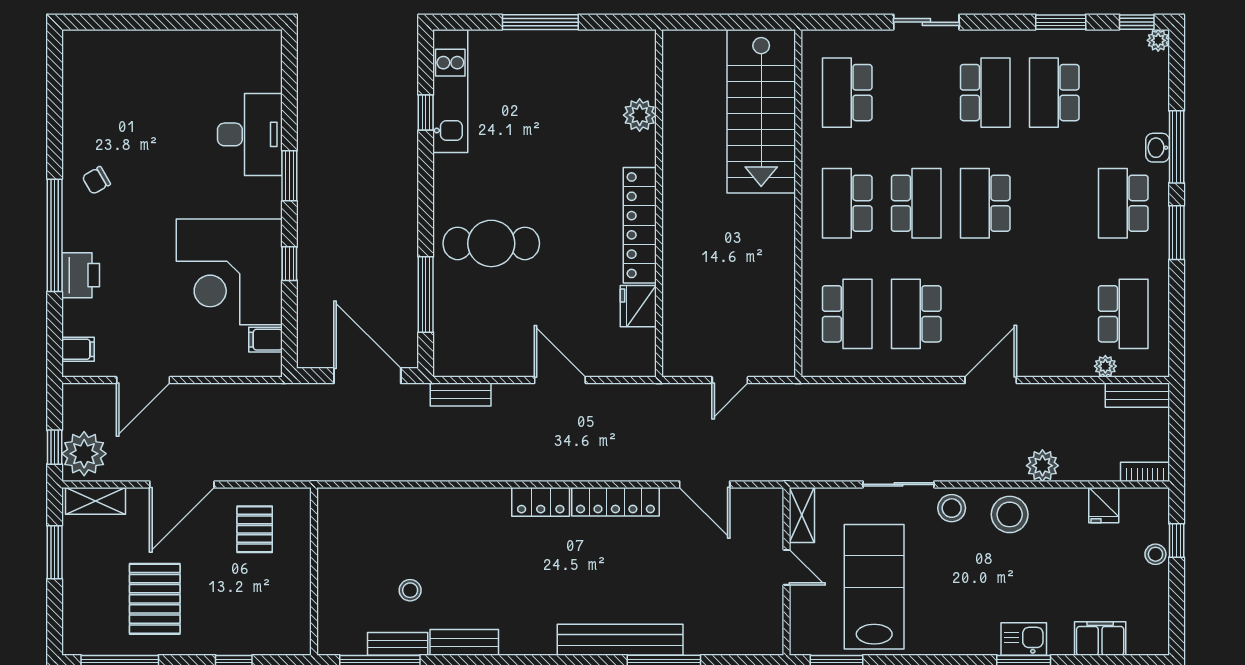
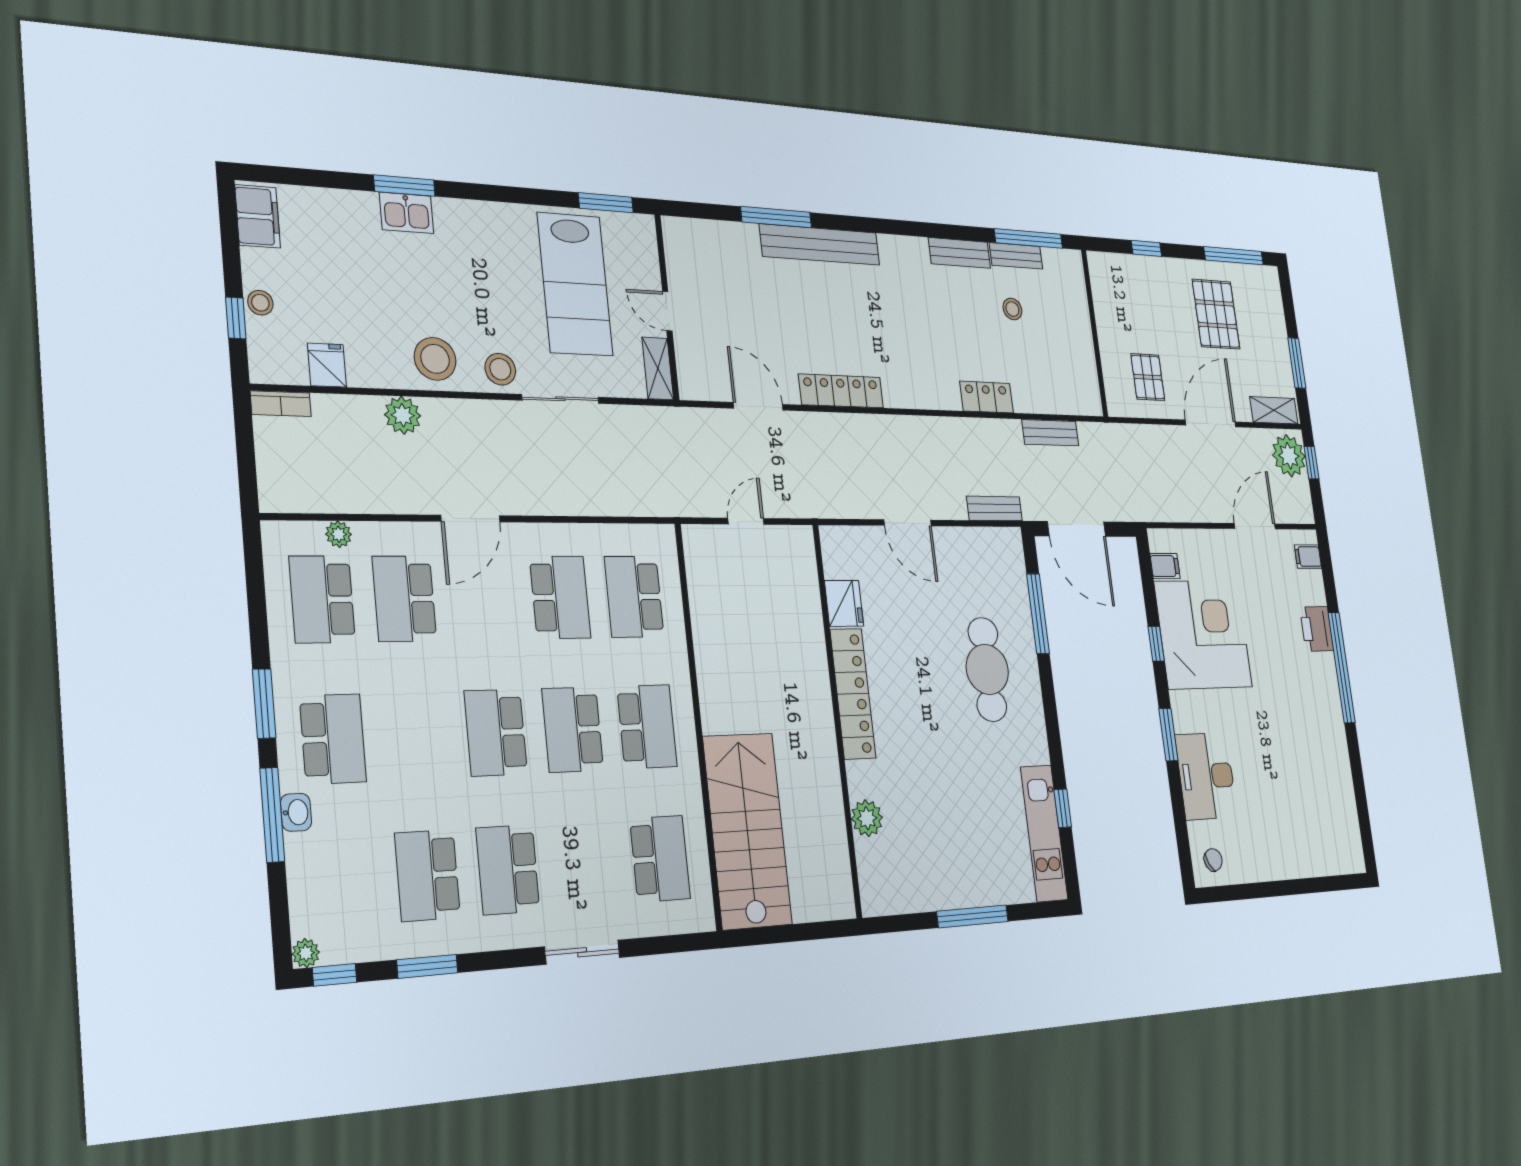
school desk: (1054, 93) -> (428, 875), turned 180
chair: (96, 180) -> (1213, 860), moved
school desk: (985, 203) -> (496, 732), turned 180
cafe table: (491, 243) -> (987, 669), turned 90
school desk: (1054, 314) -> (404, 599), added
bench: (1137, 395) -> (1050, 433), moved
locker: (541, 502) -> (987, 397), moved
filing cabinet: (1100, 639) -> (258, 216), moved, turned -90

